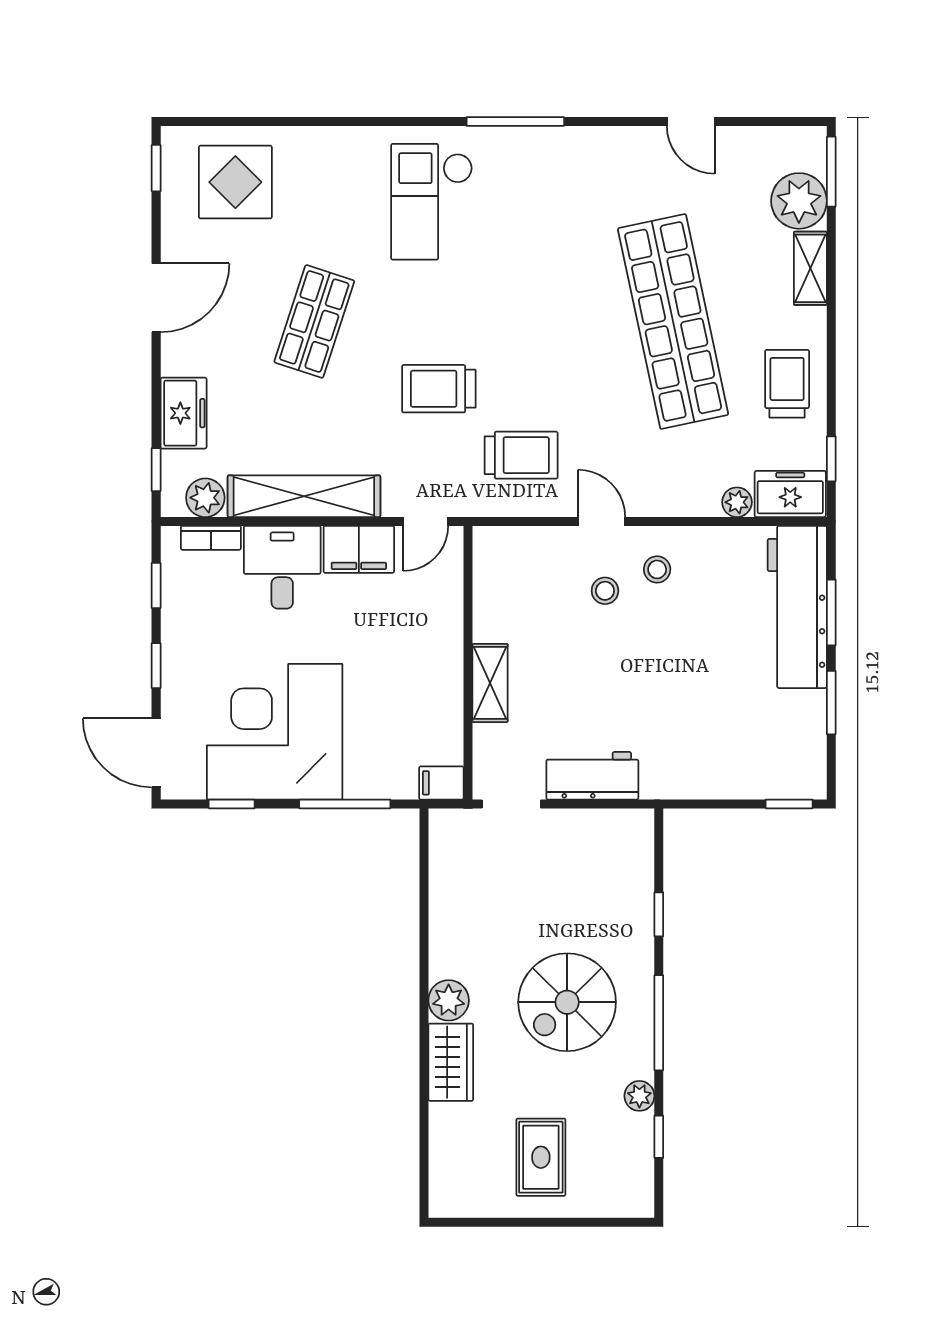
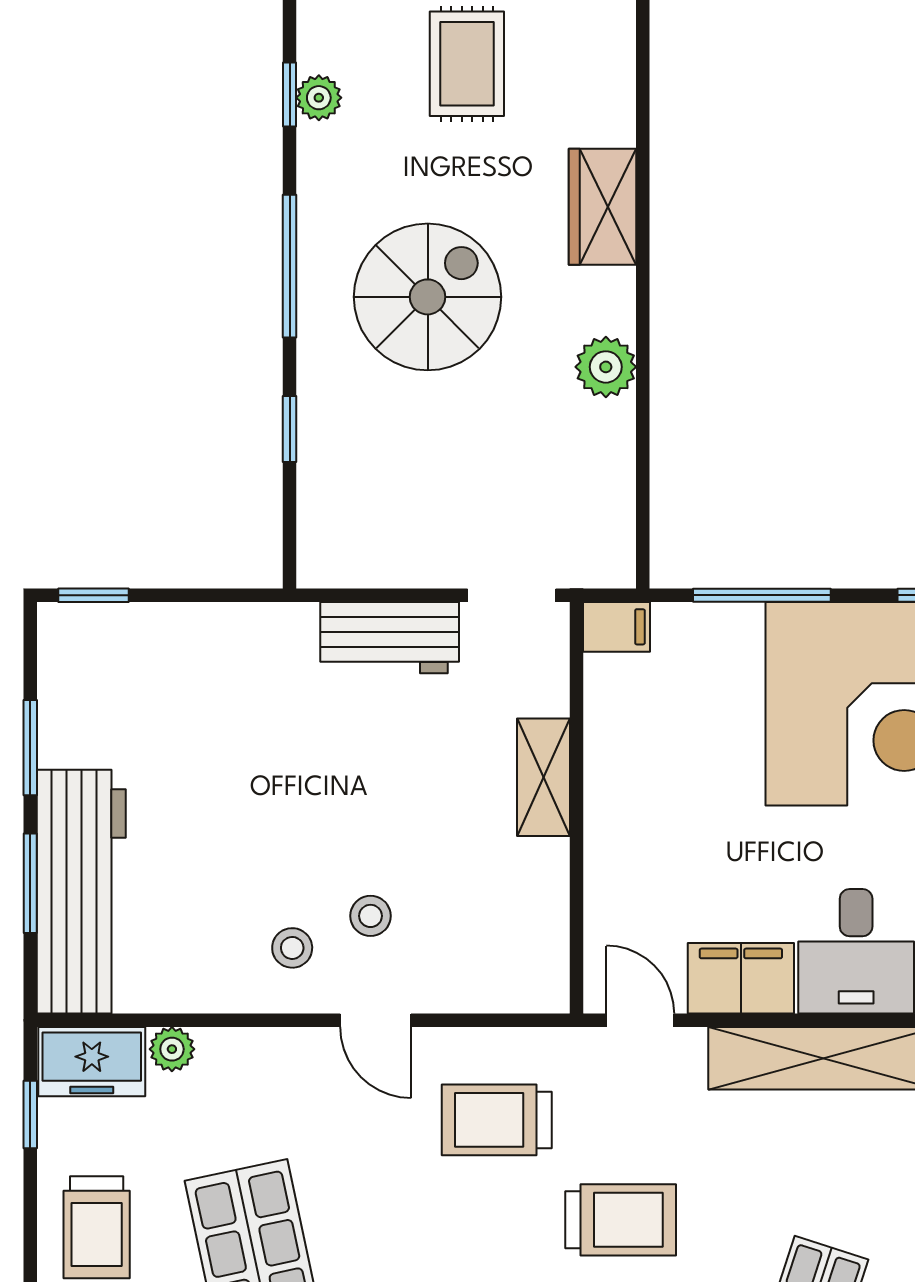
door: (426, 521) -> (640, 1020), hinge flipped
plant: (449, 1000) -> (606, 367), moved
plant: (639, 1096) -> (319, 98), moved

